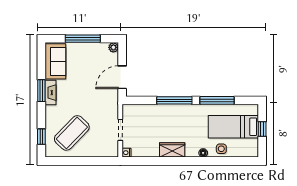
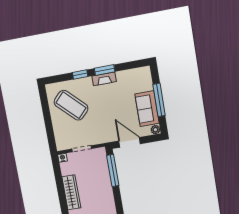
sofa: (55, 61) -> (147, 109), moved, turned 90
window: (174, 100) -> (113, 171), moved
window: (41, 137) -> (80, 74), moved
wardrobe: (172, 150) -> (71, 192), width x1.50

